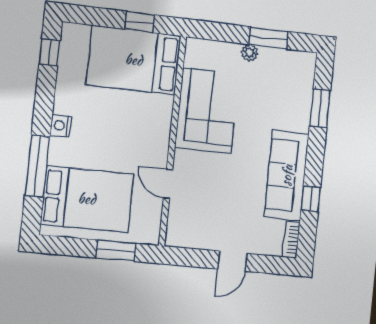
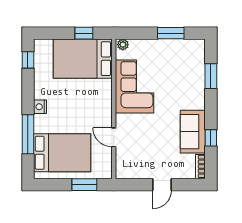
plant: (249, 53) -> (123, 45), moved
sofa: (287, 175) -> (193, 132), width x0.73

